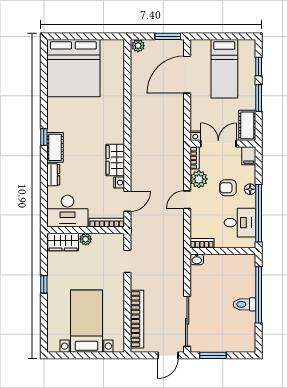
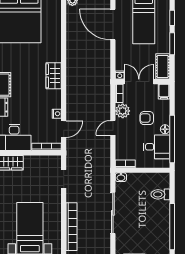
door: (187, 75) -> (113, 24), hinge flipped
wardrobe: (115, 160) -> (54, 76), moved
floor lamp: (250, 189) -> (165, 129), moved
plant: (86, 239) -> (29, 160), removed
window: (259, 295) -> (172, 227), moved
toilet: (244, 304) -> (160, 194), moved
sliding door: (187, 321) -> (113, 213), moved

